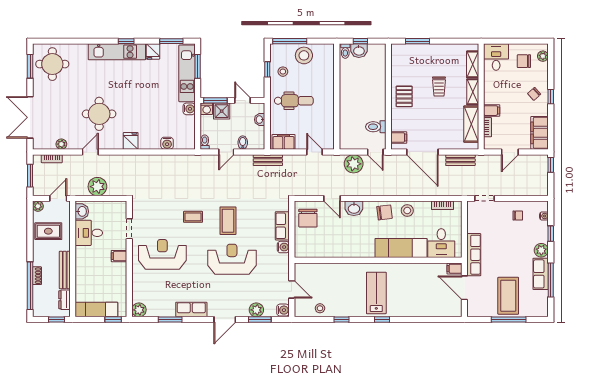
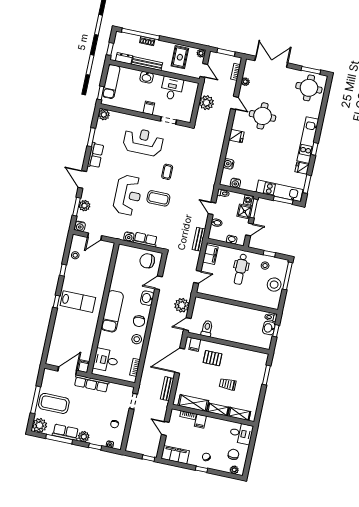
pallet: (404, 96) -> (213, 358), moved
water cooler: (189, 109) -> (235, 183), moved
washbasin: (82, 211) -> (147, 77), moved
exam couch: (401, 248) -> (112, 311), moved
reception desk: (162, 254) -> (143, 142), turned -90
plant: (539, 308) -> (40, 425), added

